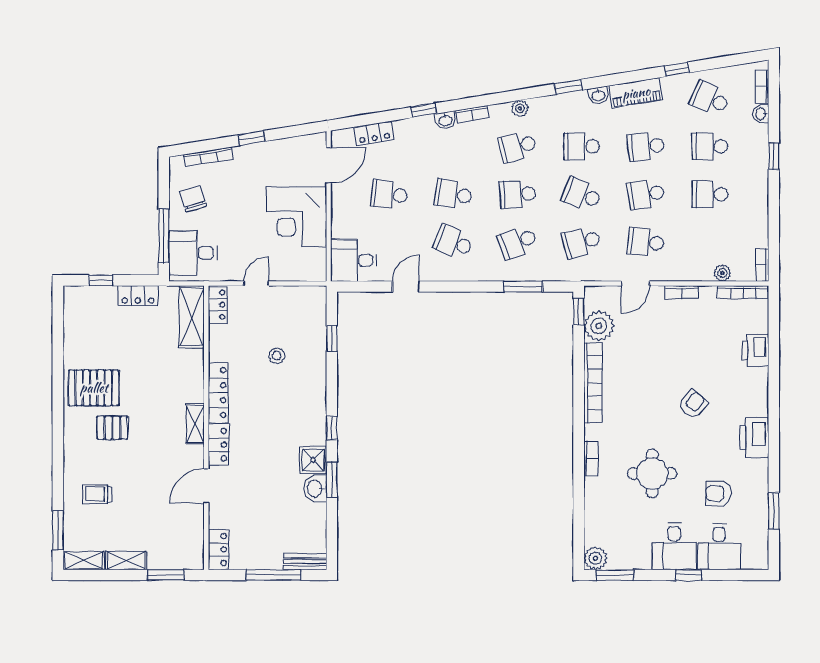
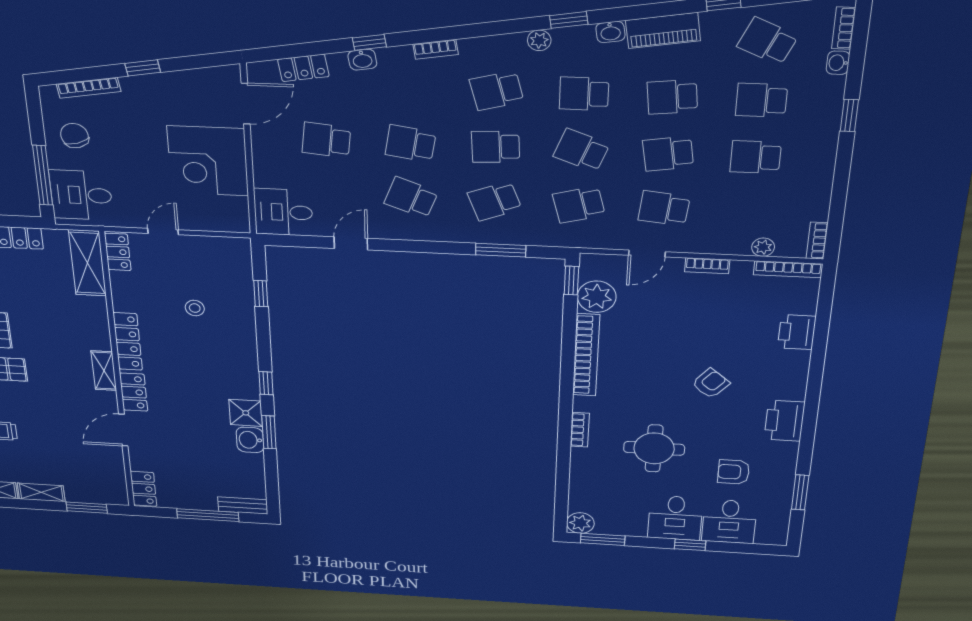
plant: (520, 108) -> (539, 40), moved
washbasin: (445, 120) -> (362, 60), moved

